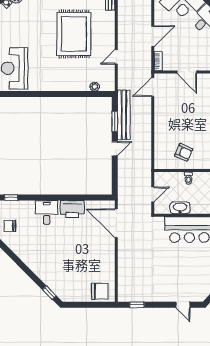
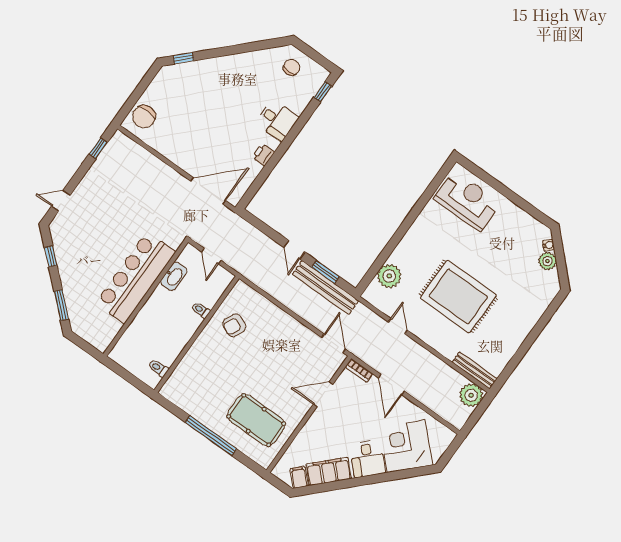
plant: (95, 87) -> (389, 276), width x1.88, depth x1.88
printer: (72, 209) -> (263, 155), width x0.53, depth x0.68

